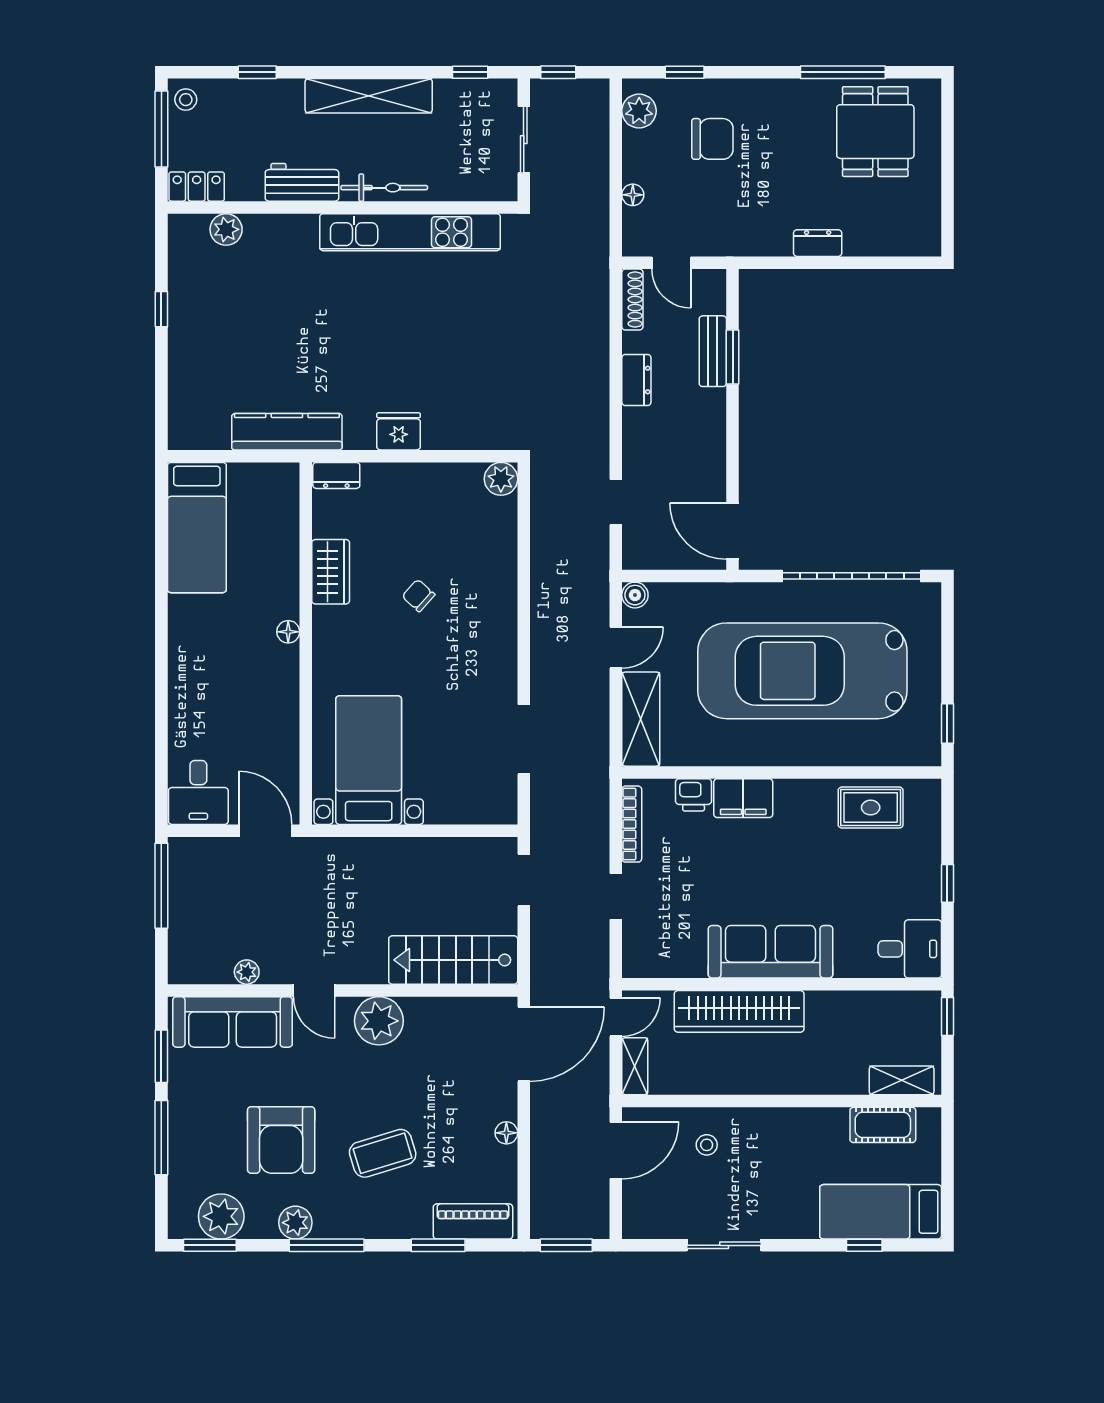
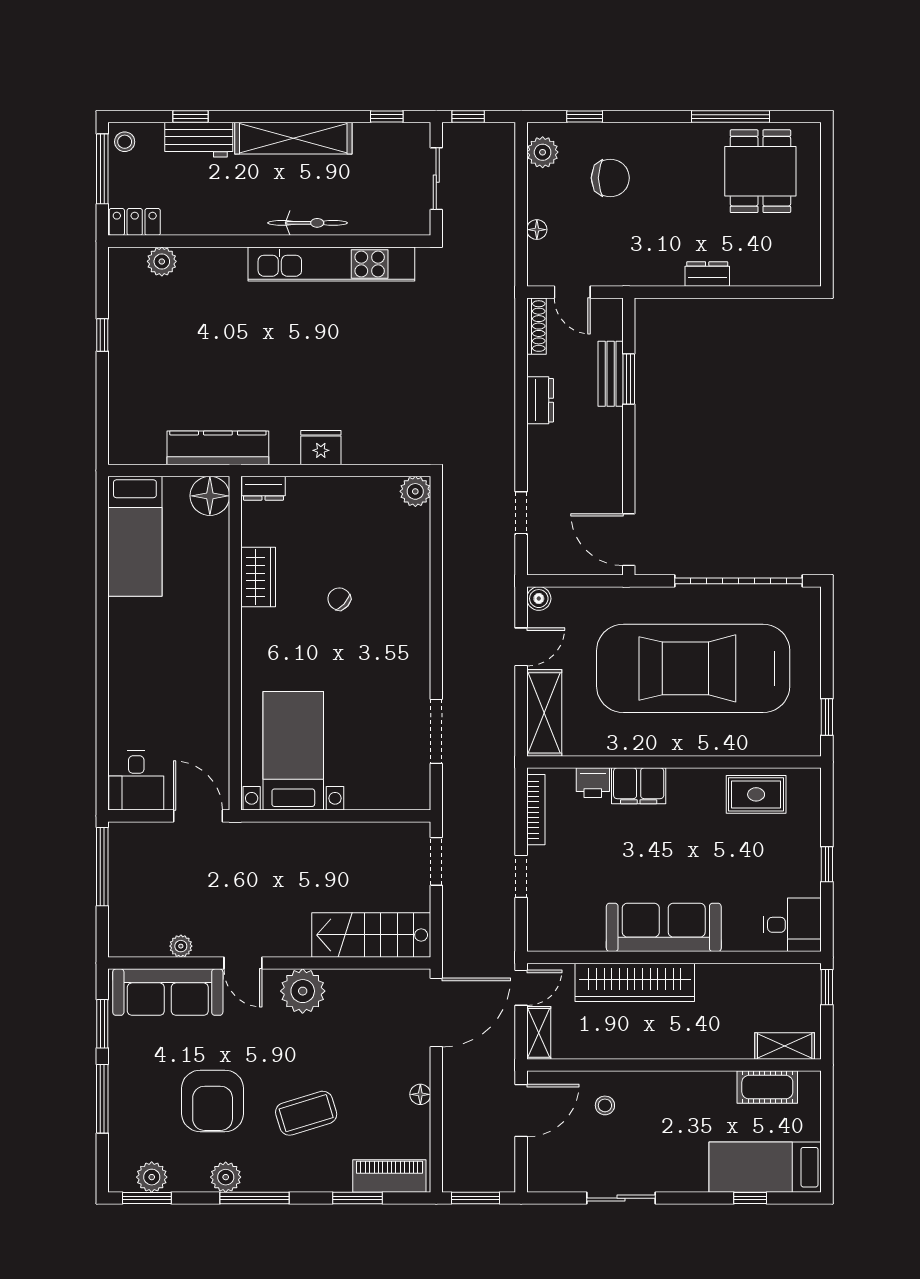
workbench: (302, 182) -> (199, 140), moved, turned 180
floor lamp: (288, 632) -> (210, 496), moved, width x1.89, depth x1.89
plant: (221, 1216) -> (152, 1177), width x0.73, depth x0.73

